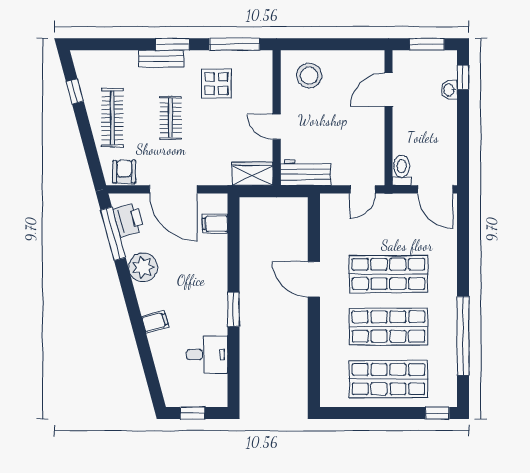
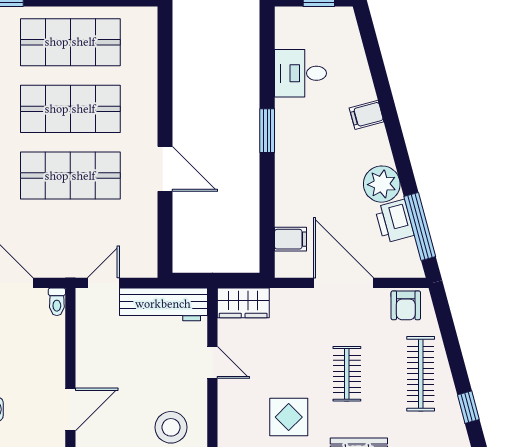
toilet: (402, 170) -> (57, 302), width x0.73, depth x0.72
workbench: (306, 172) -> (163, 304), width x1.38
printer: (128, 220) -> (394, 221), moved

